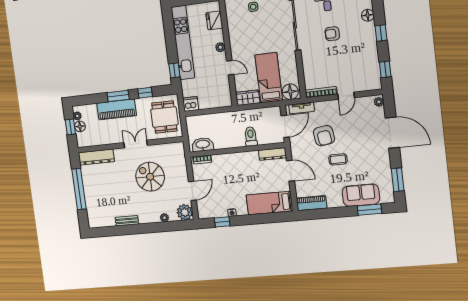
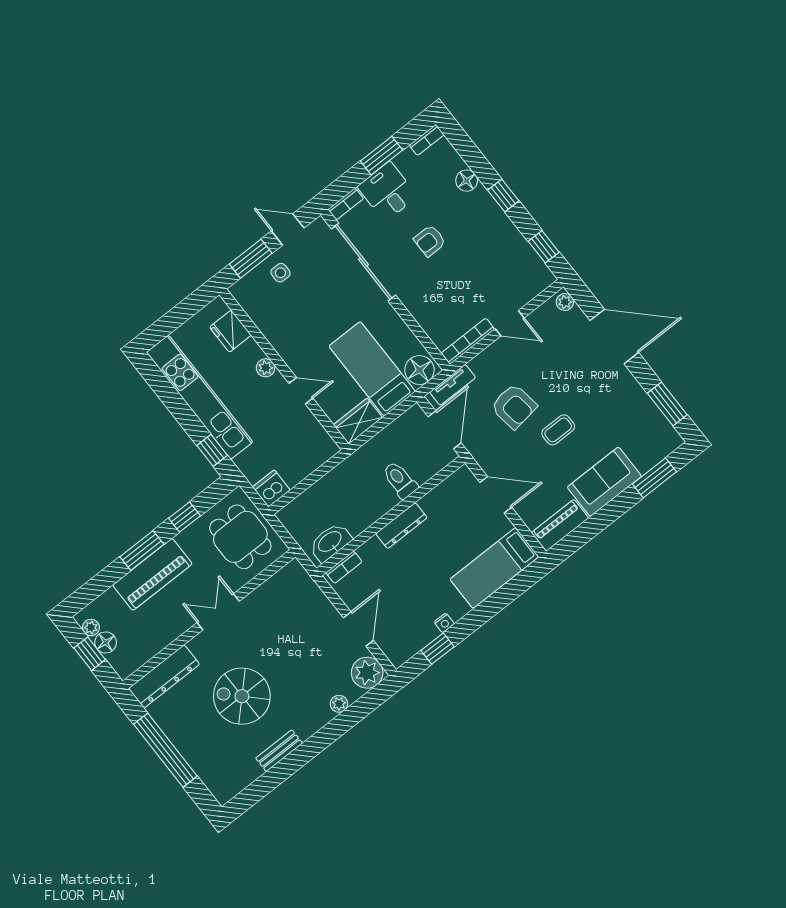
door: (346, 96) -> (510, 323), hinge flipped
dresser: (272, 154) -> (401, 526), moved
spiral stairs: (150, 177) -> (242, 696), moved
sofa: (361, 195) -> (604, 482), moved

